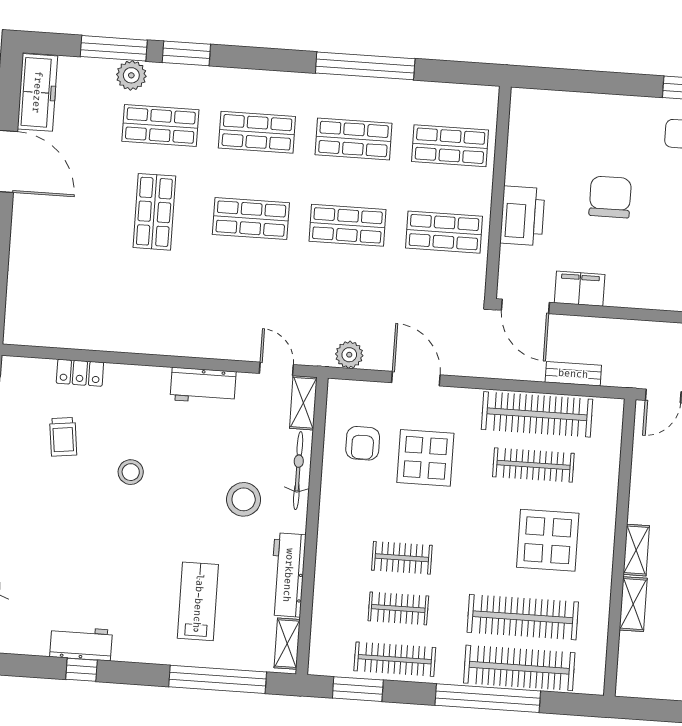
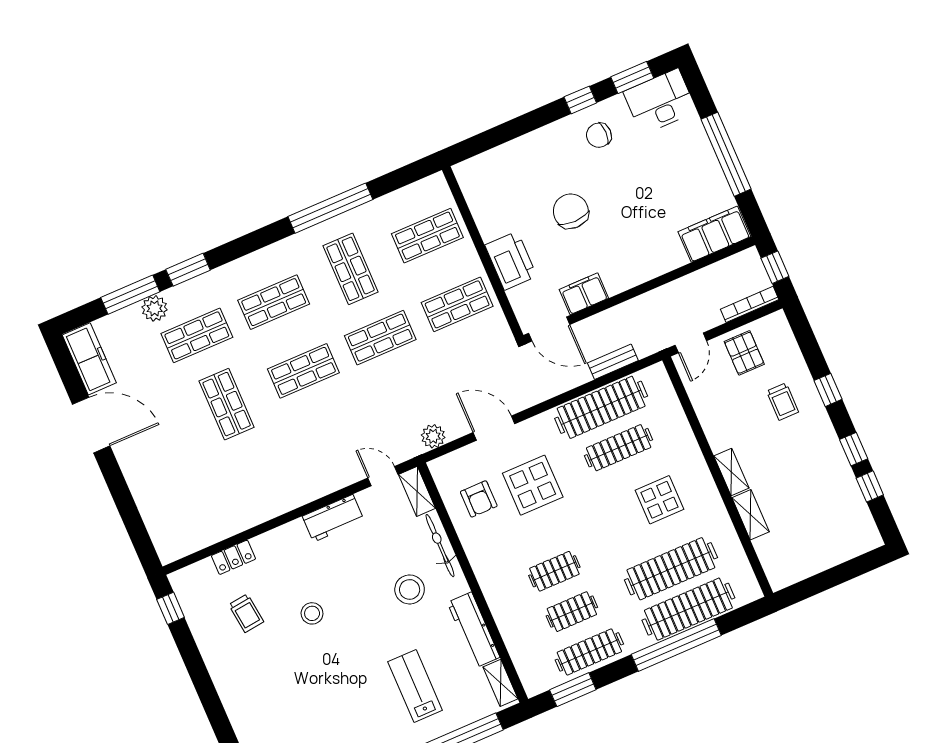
shop shelf: (353, 139) -> (351, 269), turned 90
display table: (548, 540) -> (659, 500), width x0.73, depth x0.73

